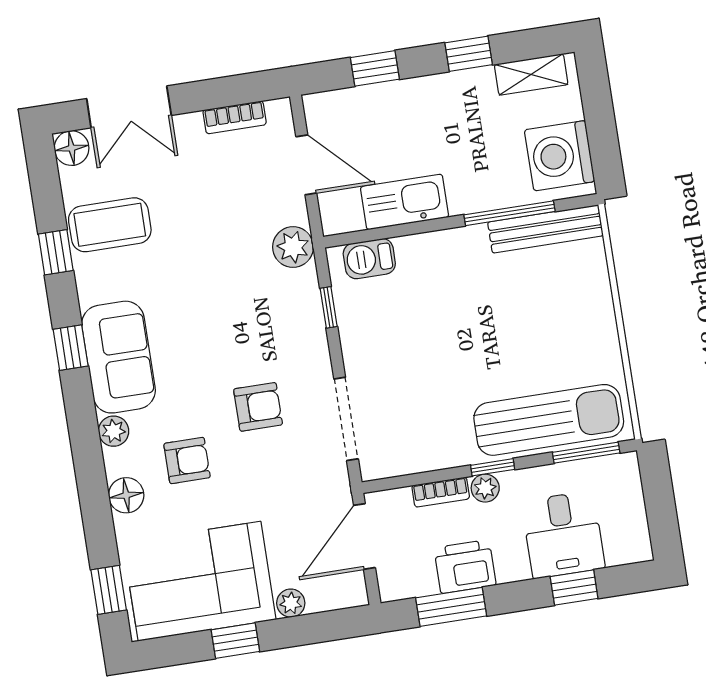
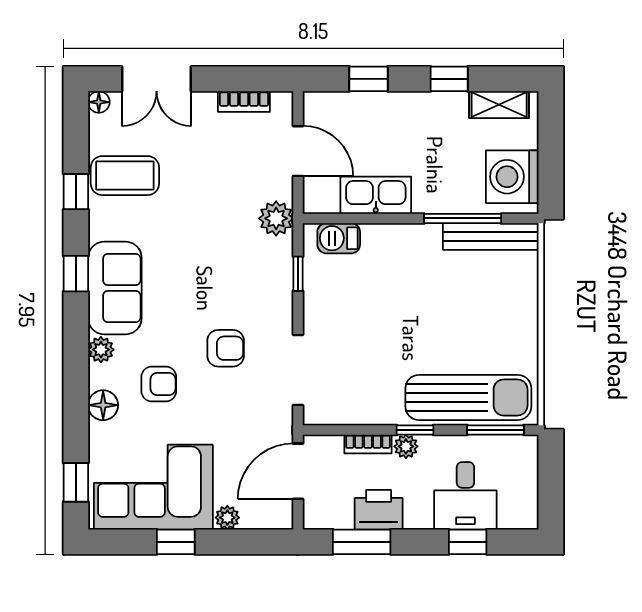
floor lamp: (72, 148) -> (99, 102), width x0.73, depth x0.73

